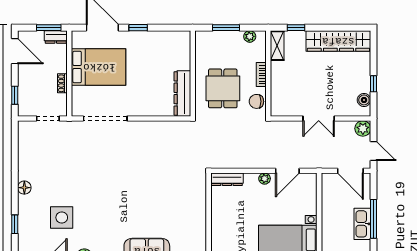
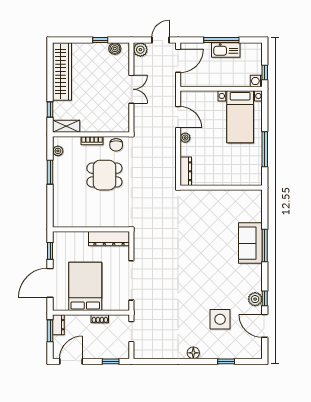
wall: (193, 73) -> (91, 229), moved
dresser: (182, 93) -> (109, 239), moved

